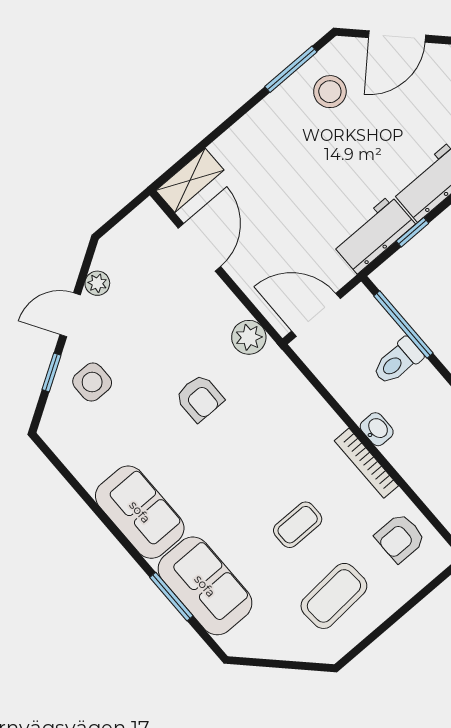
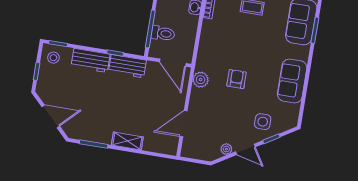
stool: (330, 92) -> (90, 124), removed
shelving: (190, 180) -> (127, 141), moved
toilet: (397, 361) -> (163, 33), moved
sofa: (140, 512) -> (292, 81), moved

